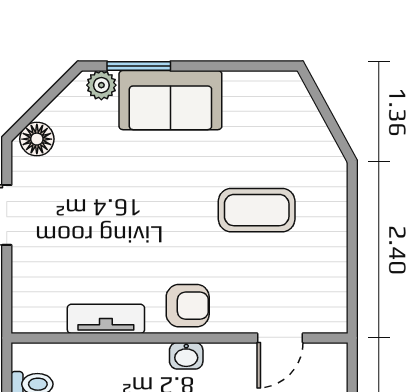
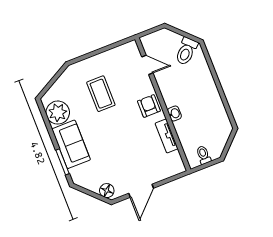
plant: (101, 85) -> (58, 113), moved, width x1.88, depth x1.88
washbasin: (186, 356) -> (174, 113), moved

